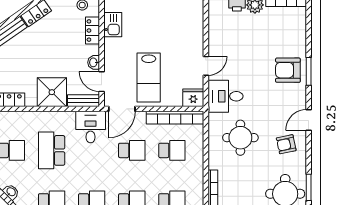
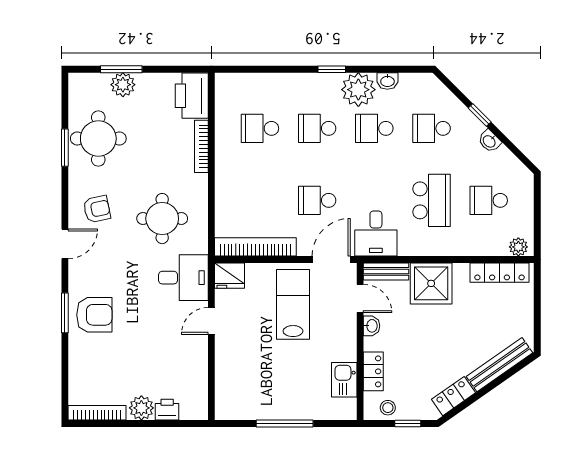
school desk: (172, 150) -> (260, 200), removed

